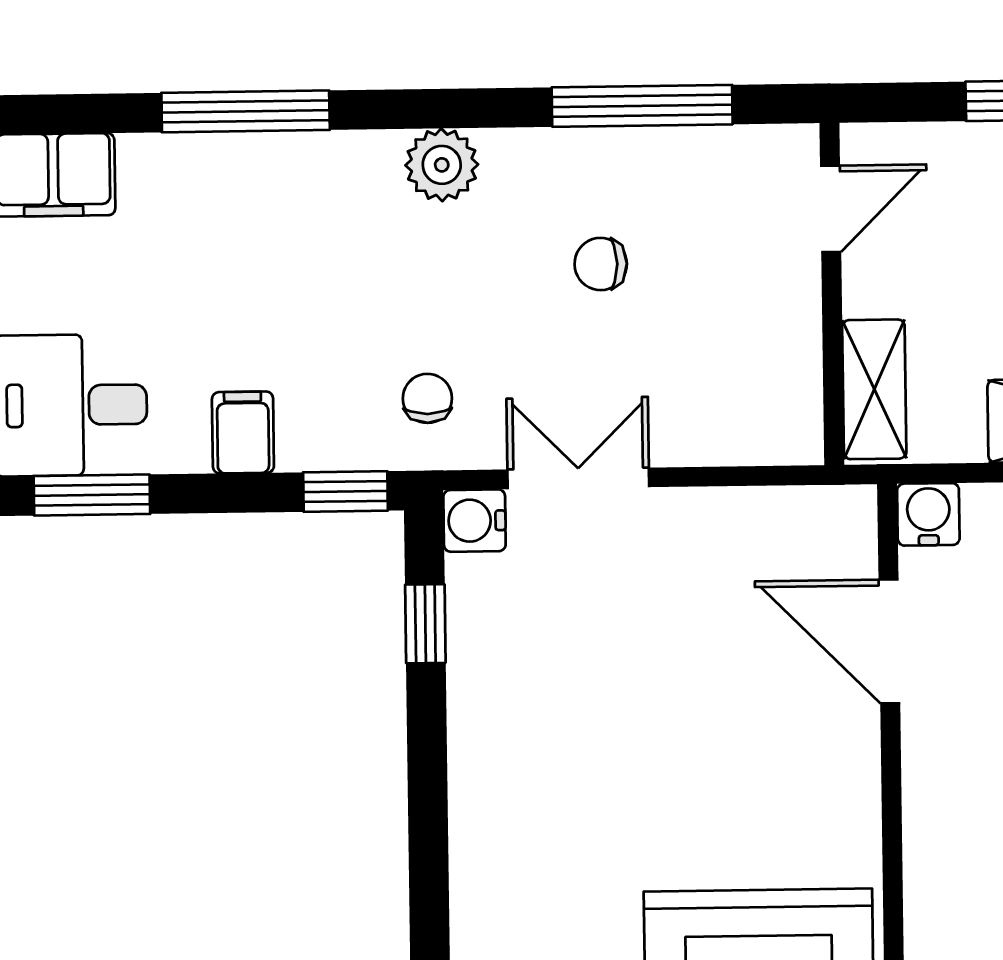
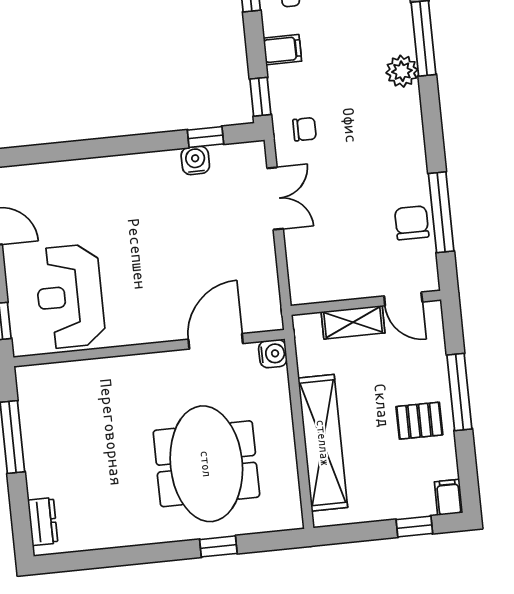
plant: (442, 165) -> (402, 71), moved
chair: (601, 264) -> (412, 223), moved, width x1.37, depth x1.37
shelving: (874, 389) -> (353, 322), moved
water cooler: (475, 521) -> (195, 160), moved

